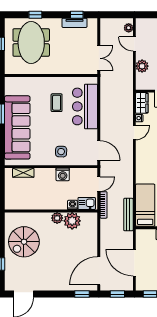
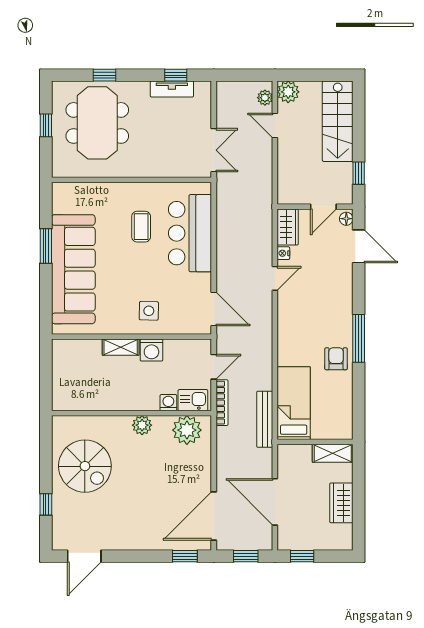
plant: (142, 66) -> (288, 92), moved
shelving: (23, 173) -> (121, 347), moved
plant: (72, 221) -> (187, 430), moved
spiral stairs: (24, 242) -> (85, 466), turned -90

